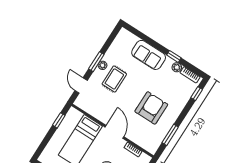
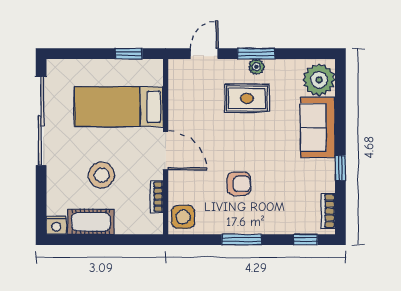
plant: (177, 67) -> (319, 80), moved, width x1.87, depth x1.87
armchair: (151, 108) -> (239, 184), width x0.53, depth x0.53
door: (114, 132) -> (166, 151), hinge flipped
window: (170, 135) -> (242, 240), moved
side table: (150, 143) -> (183, 217), added

